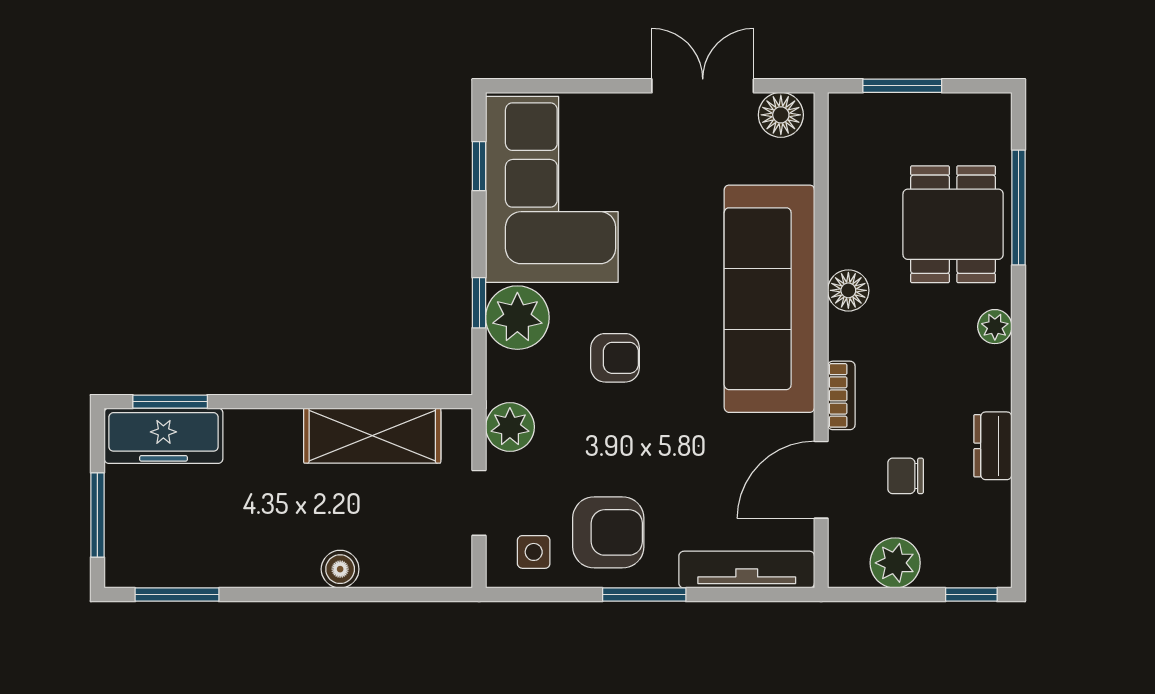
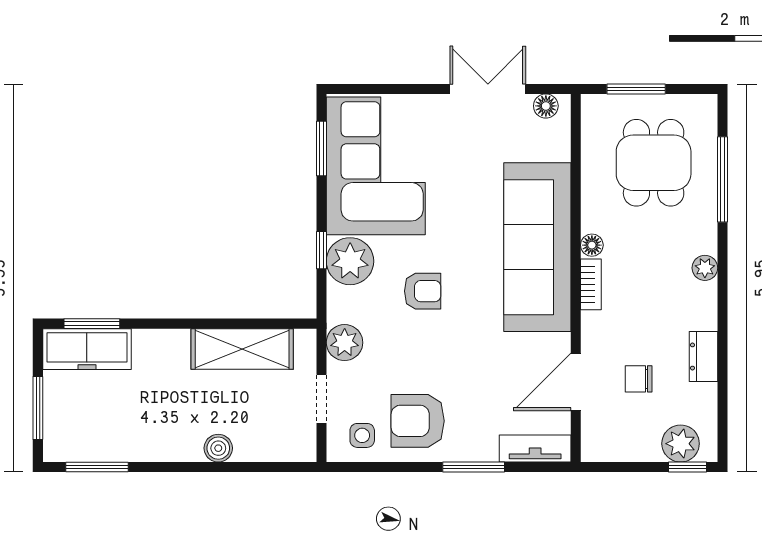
floor lamp: (781, 115) -> (546, 106), width x0.73, depth x0.73
window: (479, 166) -> (322, 149), width x1.50
dining table: (953, 224) -> (654, 163), moved
floor lamp: (848, 290) -> (592, 245), width x0.73, depth x0.73
bookcase: (841, 395) -> (591, 284), moved
armchair: (608, 532) -> (418, 421), turned 180
plant: (895, 563) -> (681, 444), moved
tv unit: (747, 570) -> (535, 449), width x0.71
window: (644, 595) -> (474, 467), moved

